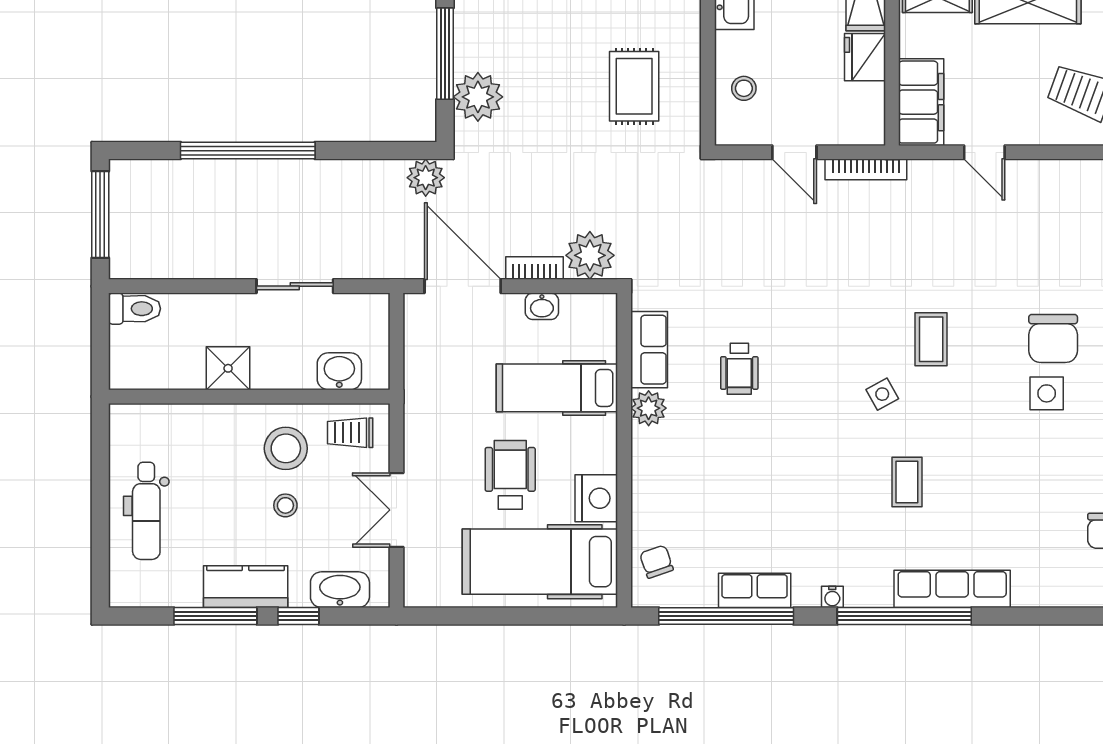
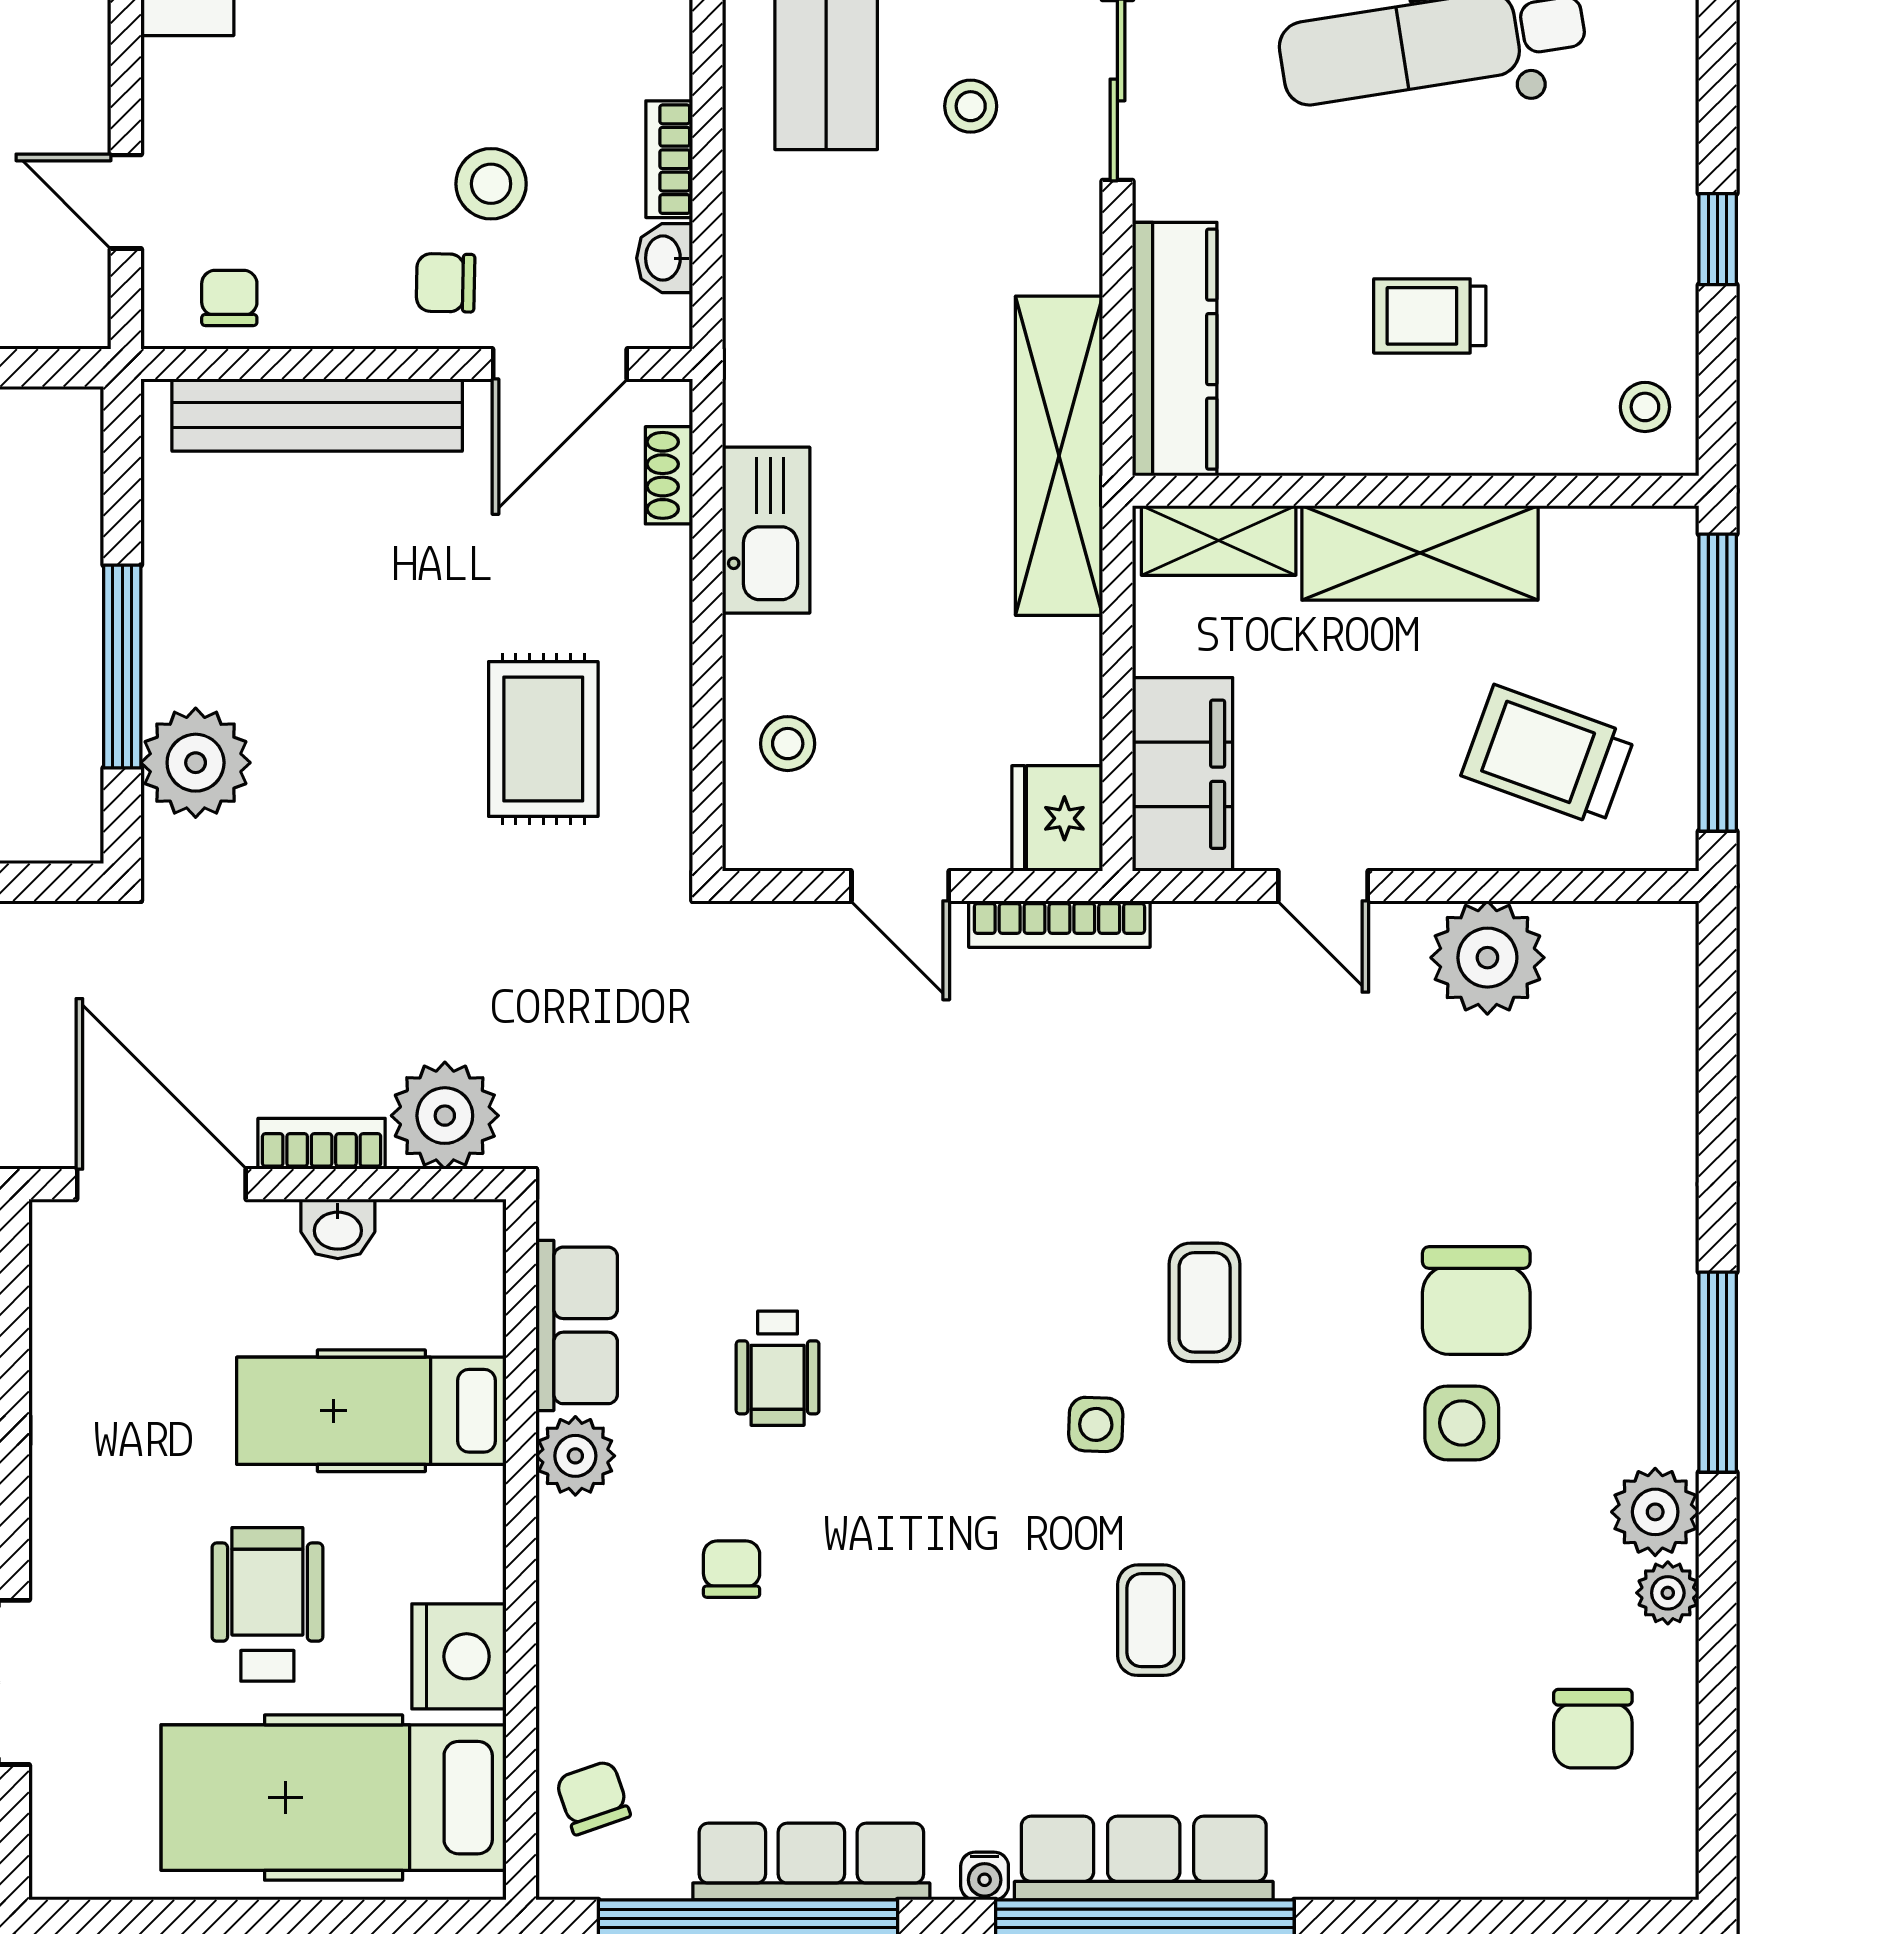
fridge: (865, 57) -> (1057, 818), moved
plant: (426, 178) -> (1487, 958), moved, width x1.36, depth x1.36
side table: (882, 394) -> (1096, 1424), turned 31
chair: (719, 459) -> (732, 1569), added
row of seats: (952, 589) -> (1144, 1858), moved
row of seats: (755, 590) -> (811, 1862), width x1.48

